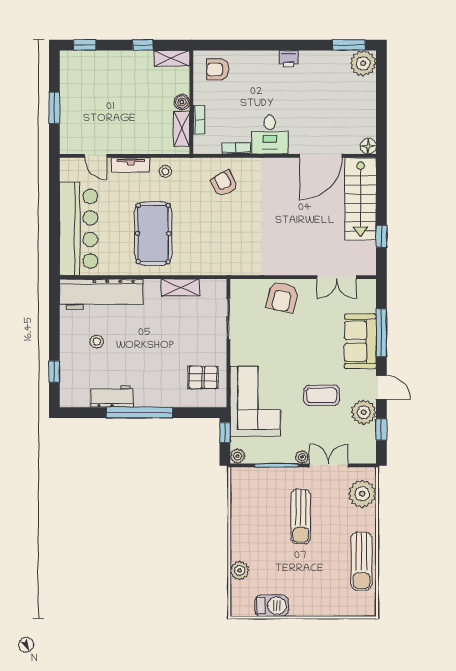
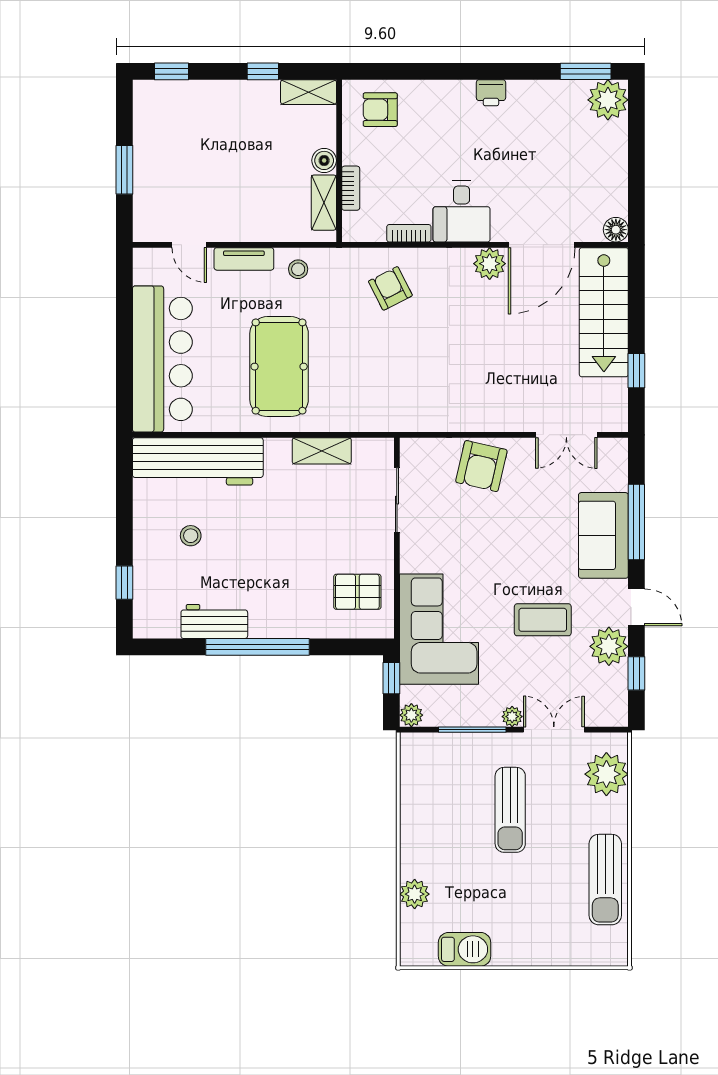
plant: (288, 168) -> (490, 264), added

